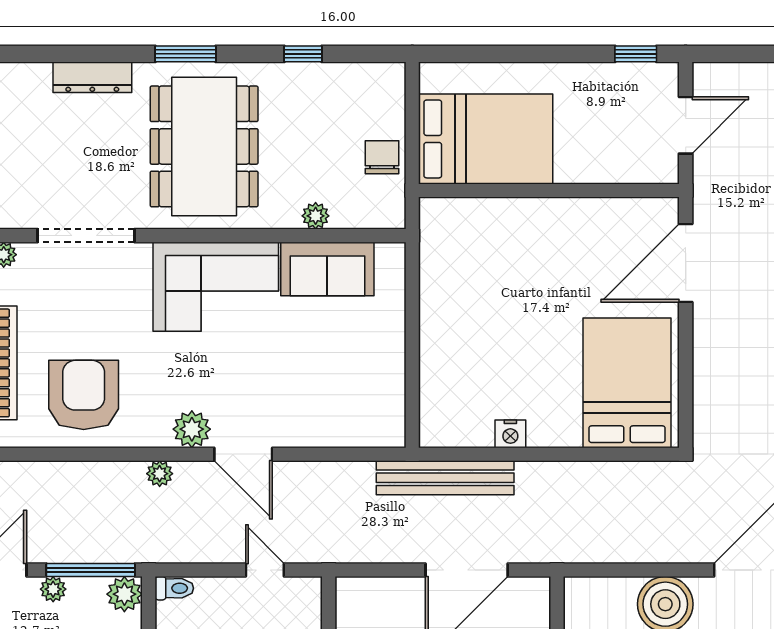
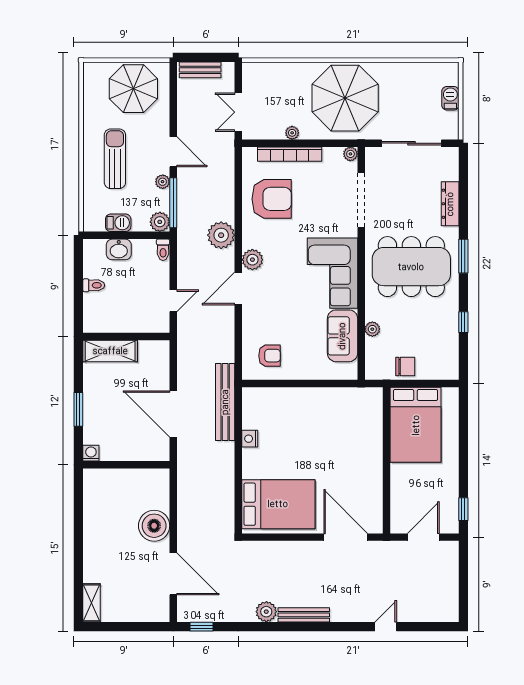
door: (686, 125) -> (423, 537), swing flipped
armchair: (363, 399) -> (270, 356), added
plant: (160, 474) -> (221, 235), width x1.88, depth x1.88

